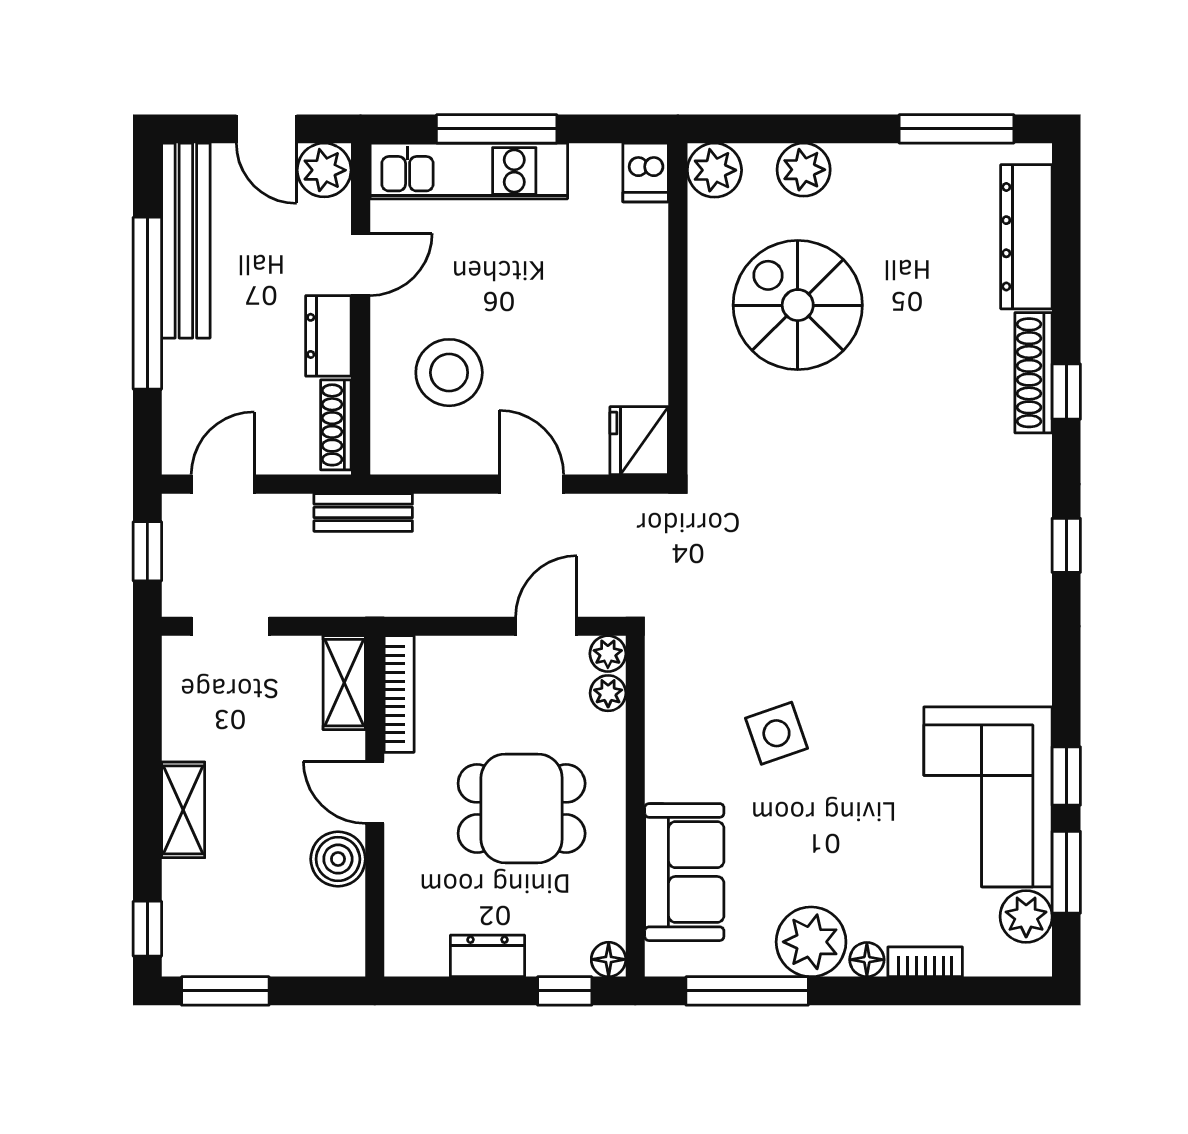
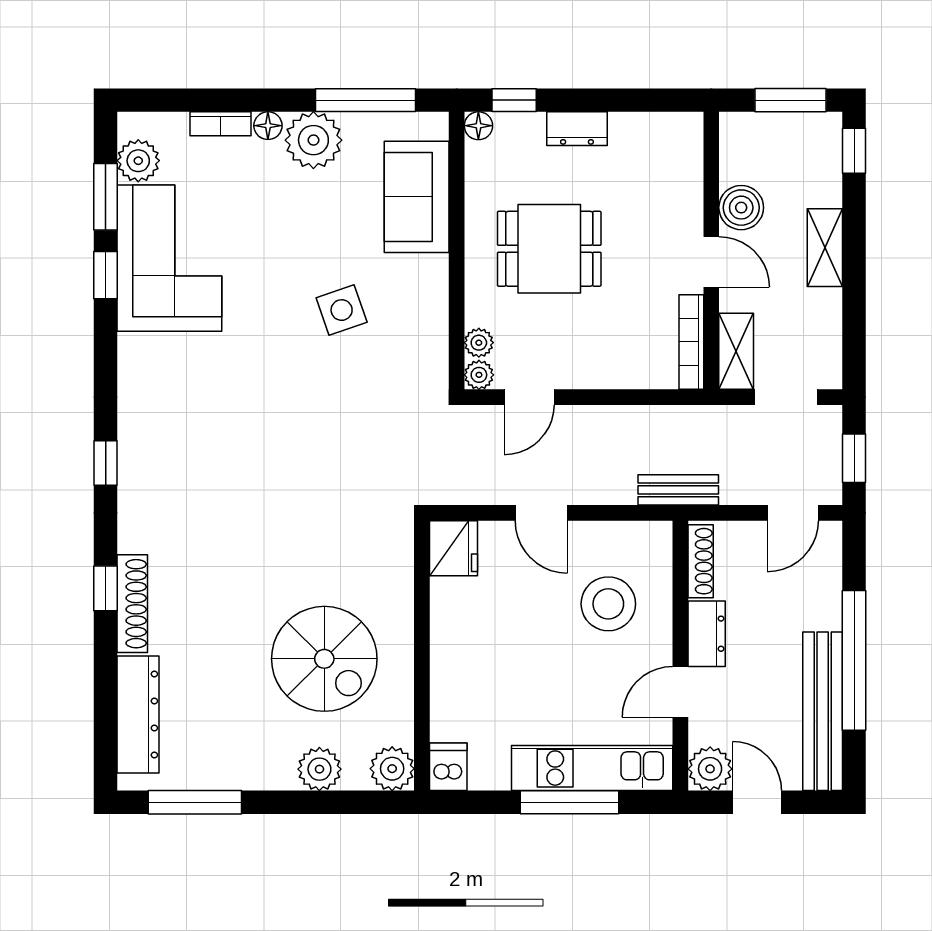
shelving: (344, 683) -> (736, 351), moved
bookcase: (399, 694) -> (691, 342), moved
door: (375, 792) -> (711, 262), moved
wall: (375, 806) -> (711, 251), moved
boiler: (338, 859) -> (741, 208), moved

